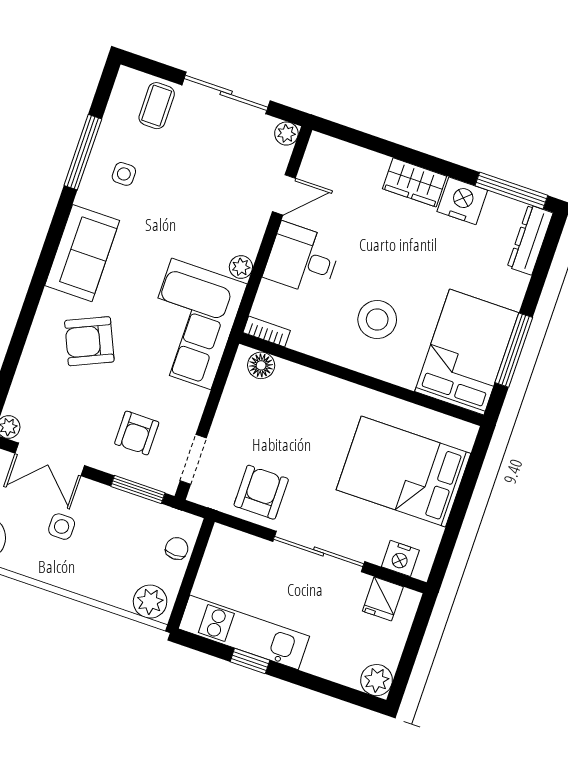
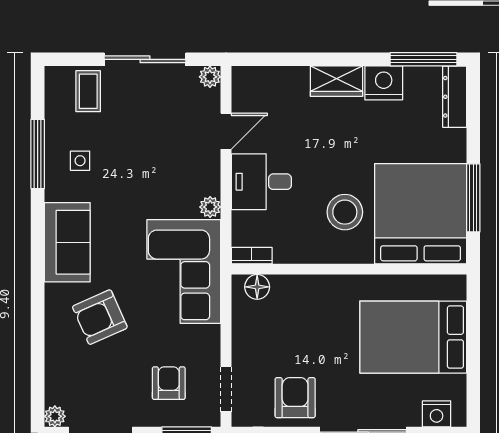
bed: (467, 352) -> (421, 214), width x1.36
armchair: (137, 433) -> (169, 383), turned 180

